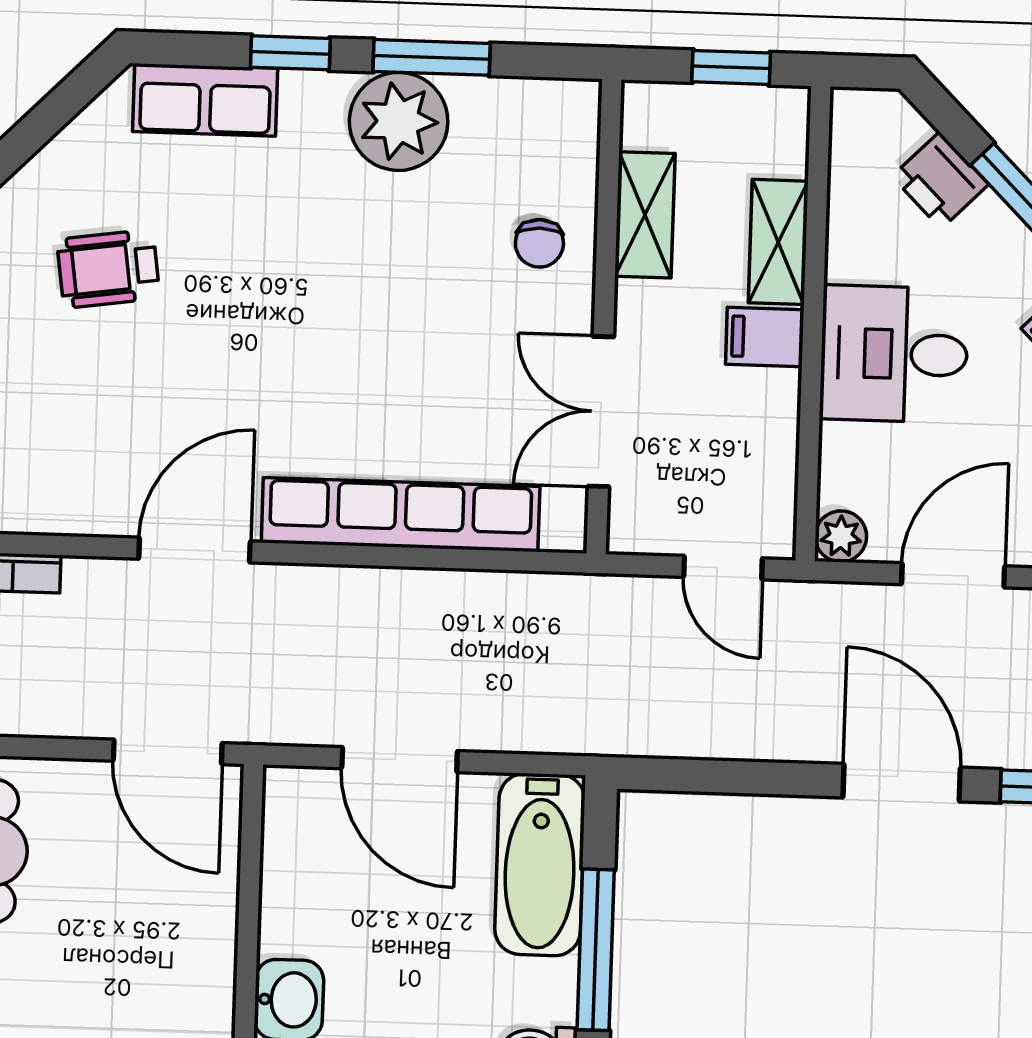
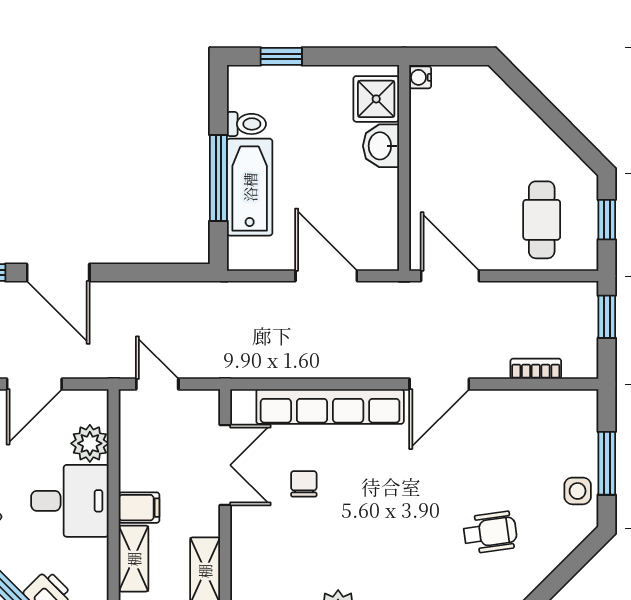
chair: (539, 243) -> (304, 484), moved
plant: (841, 536) -> (90, 443), moved, width x1.38, depth x1.38
bathtub: (540, 865) -> (250, 187), moved

